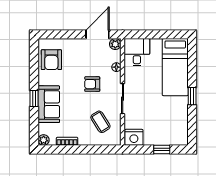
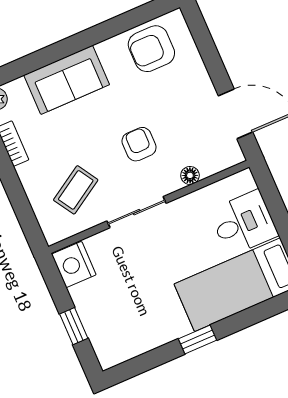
plant: (115, 44) -> (232, 155), removed
desk: (137, 52) -> (244, 223), moved
window: (34, 99) -> (65, 48), removed

